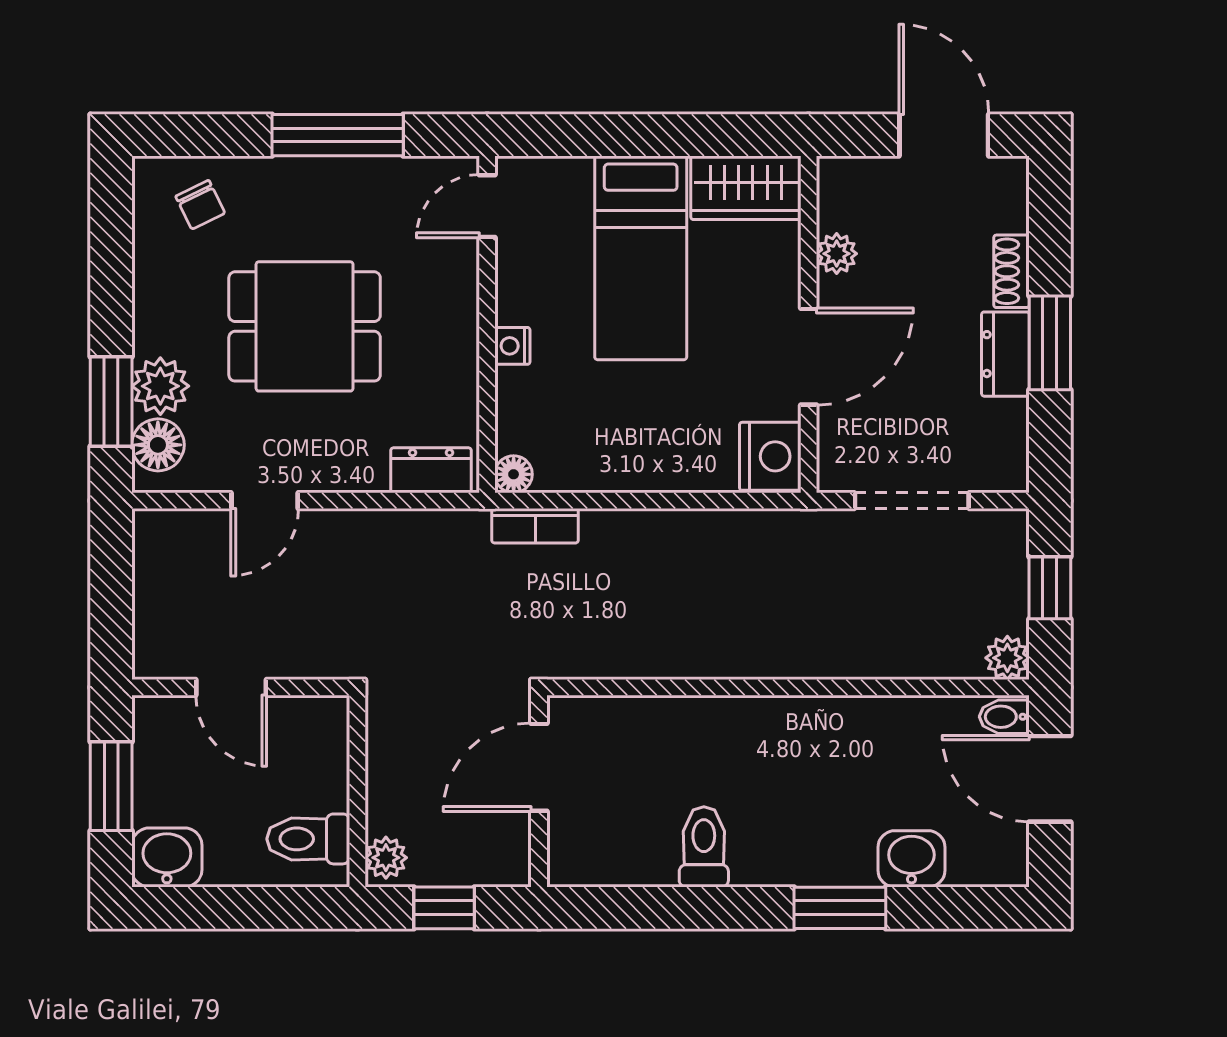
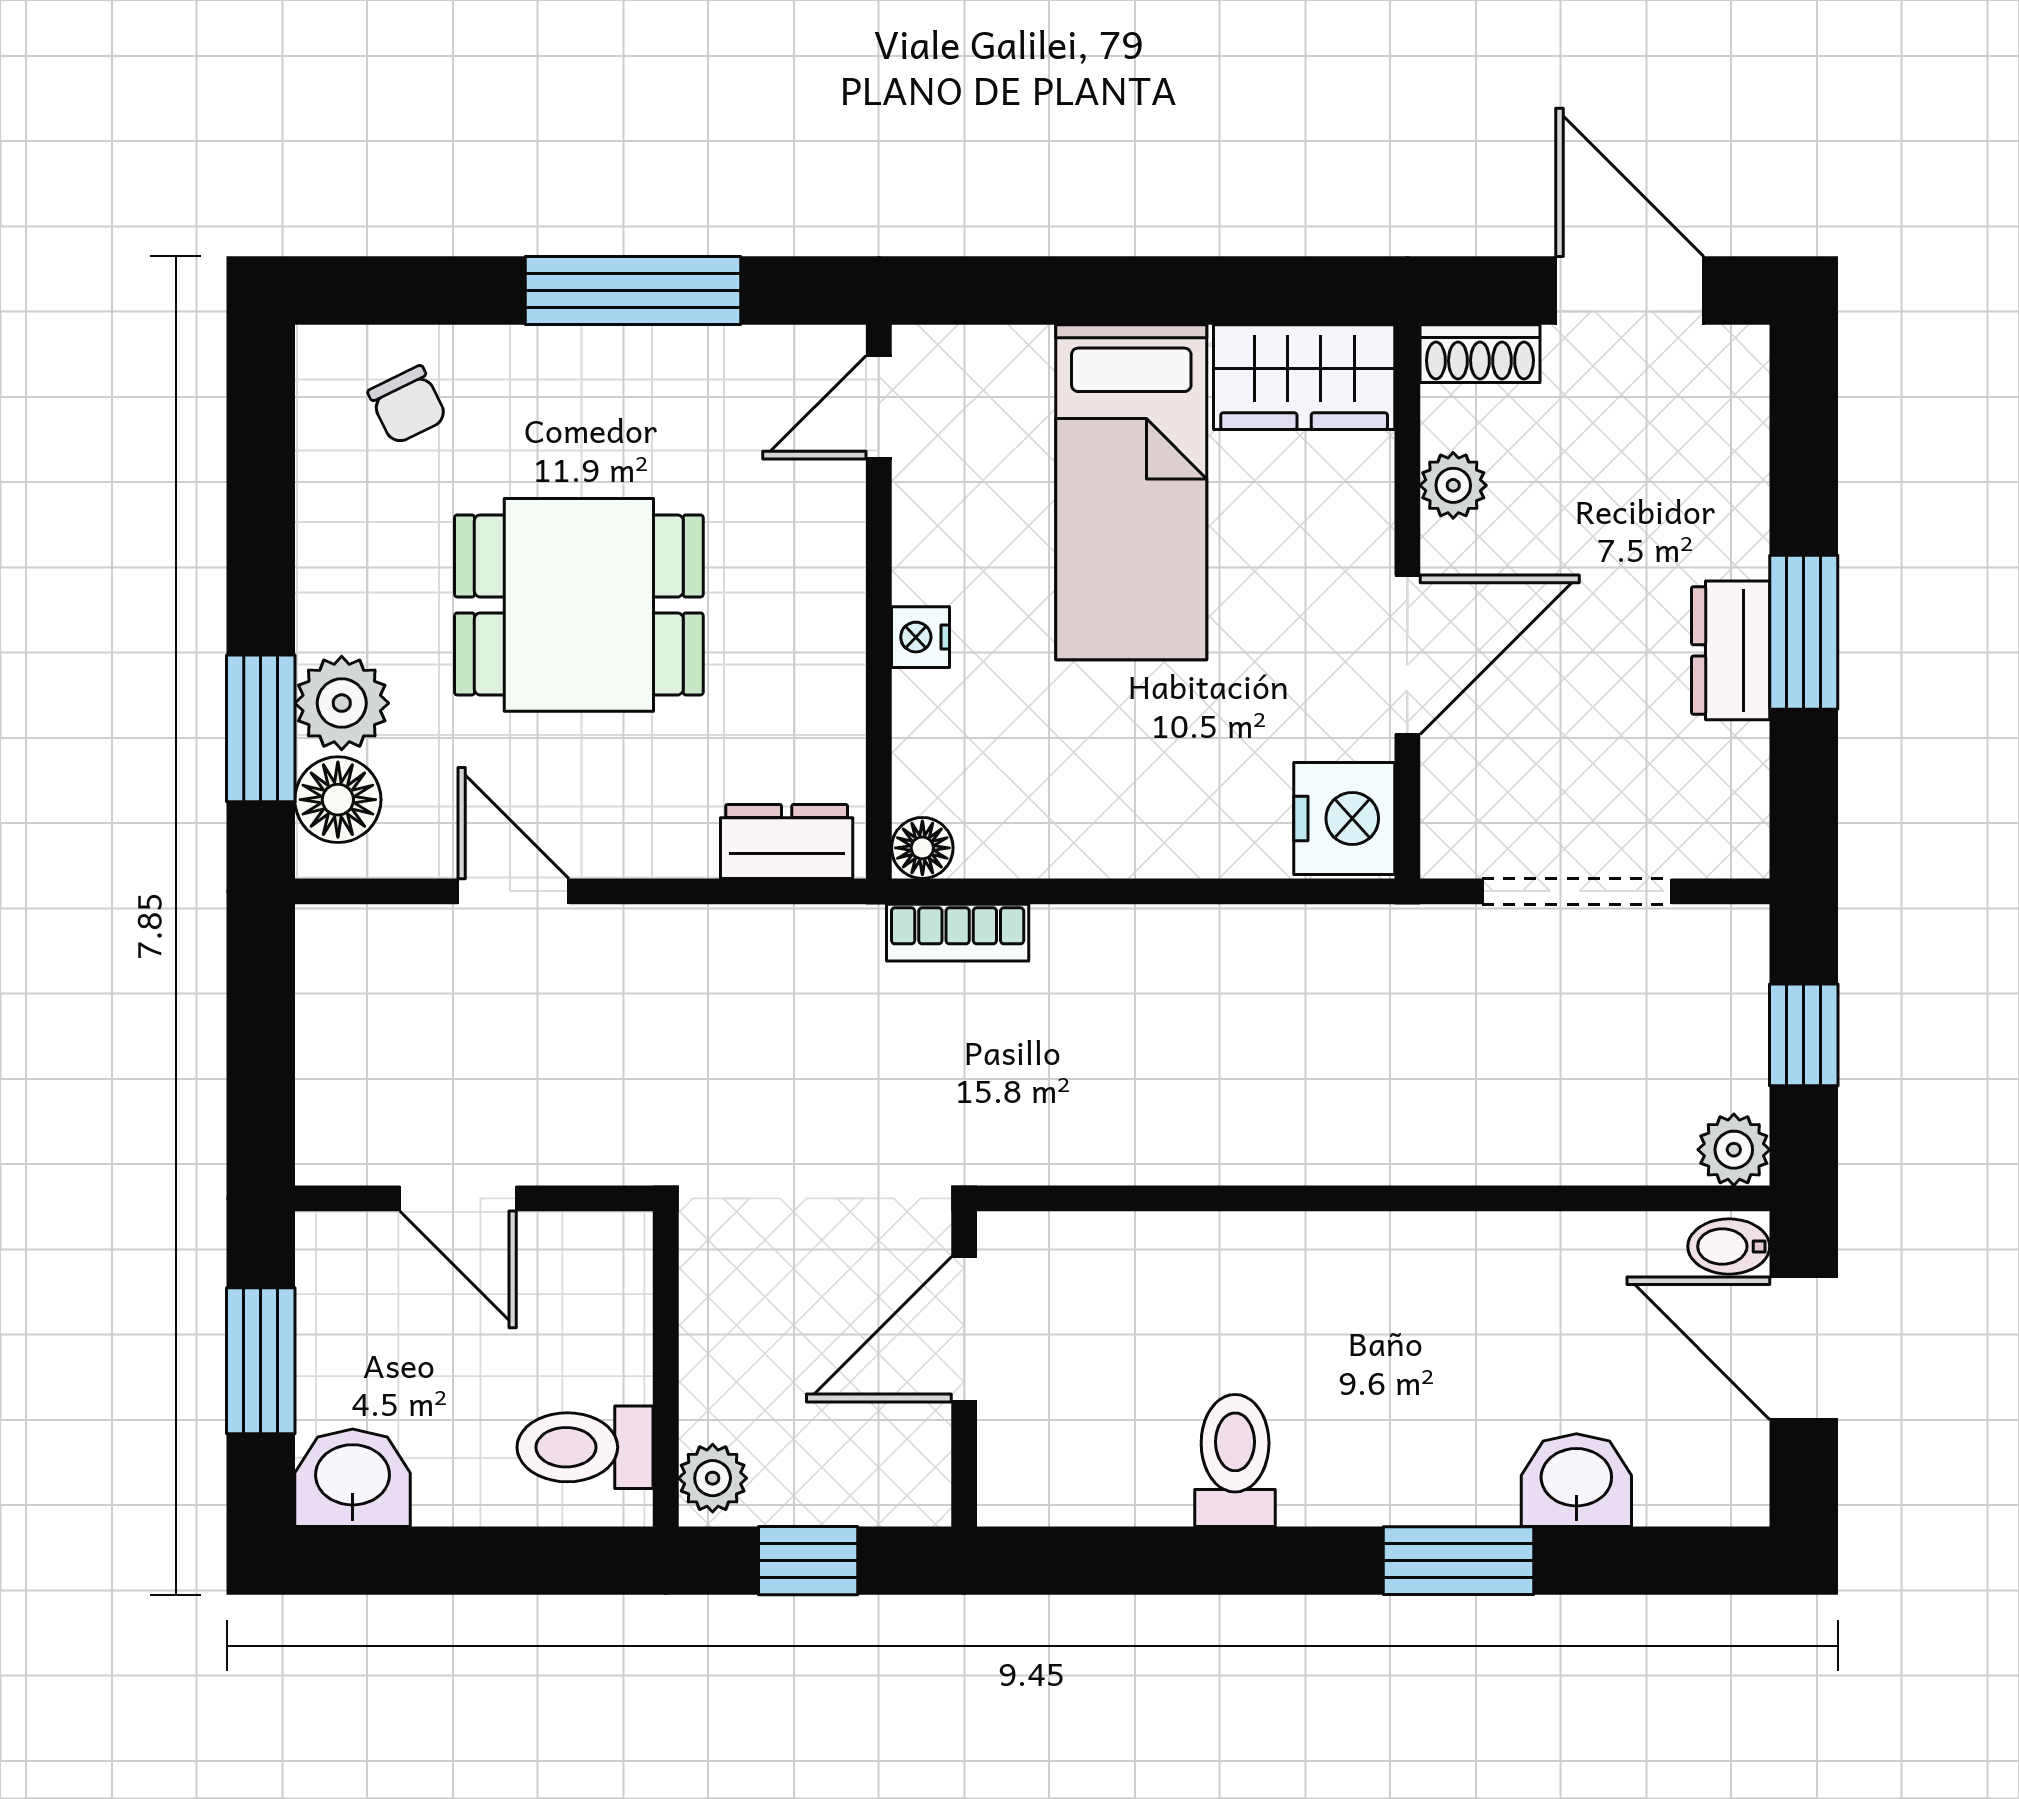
shoe rack: (1011, 271) -> (1480, 354), moved, turned -90
door: (265, 501) -> (513, 891), swing flipped

